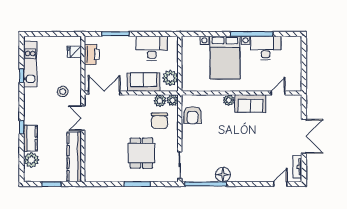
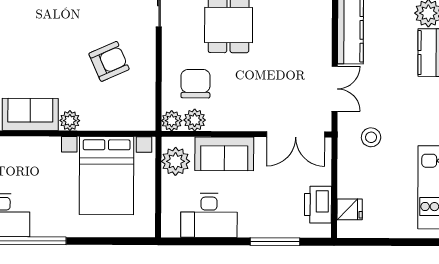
bed with nightstands: (225, 58) -> (106, 176), moved, turned 180
armchair: (193, 115) -> (109, 61), moved, turned 66

